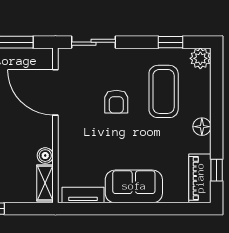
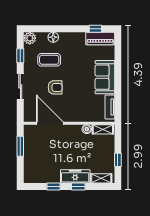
sliding door: (94, 42) -> (20, 86), moved
coffee table: (164, 91) -> (49, 60), width x0.73, depth x0.76
door: (55, 92) -> (50, 123), swing flipped
floor lamp: (202, 127) -> (53, 37), moved

